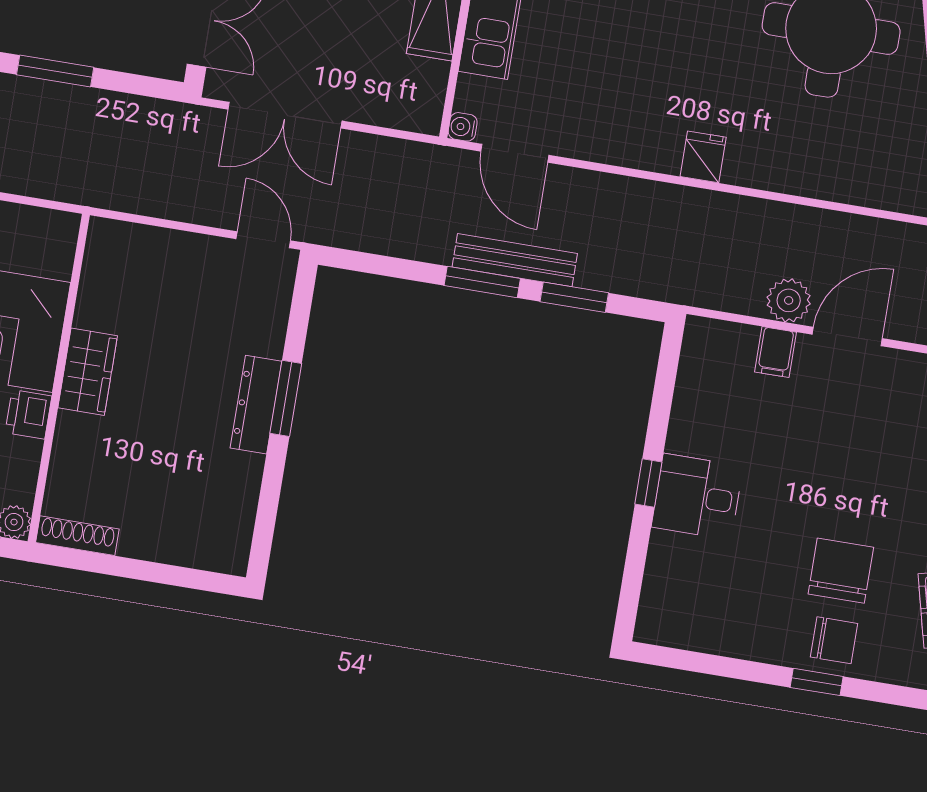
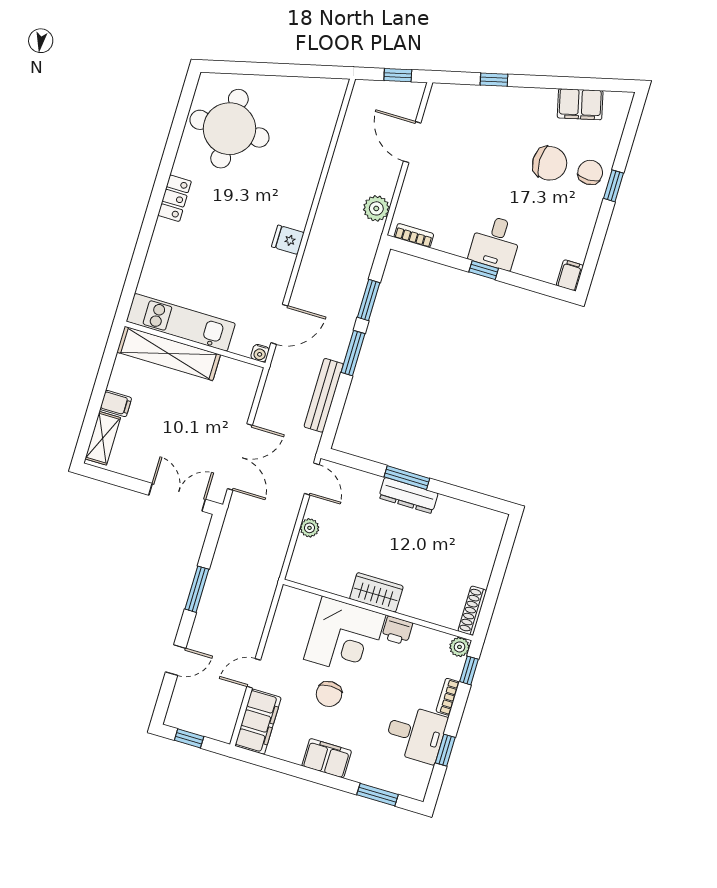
fridge: (703, 157) -> (288, 240), moved
door: (263, 240) -> (312, 479), swing flipped
plant: (181, 246) -> (309, 528), added
bench: (515, 260) -> (324, 395), moved
plant: (789, 300) -> (376, 208), moved
filing cabinet: (776, 352) -> (570, 275), moved, turned -90
bookcase: (692, 359) -> (414, 235), added
chair: (841, 571) -> (550, 163), turned 180

